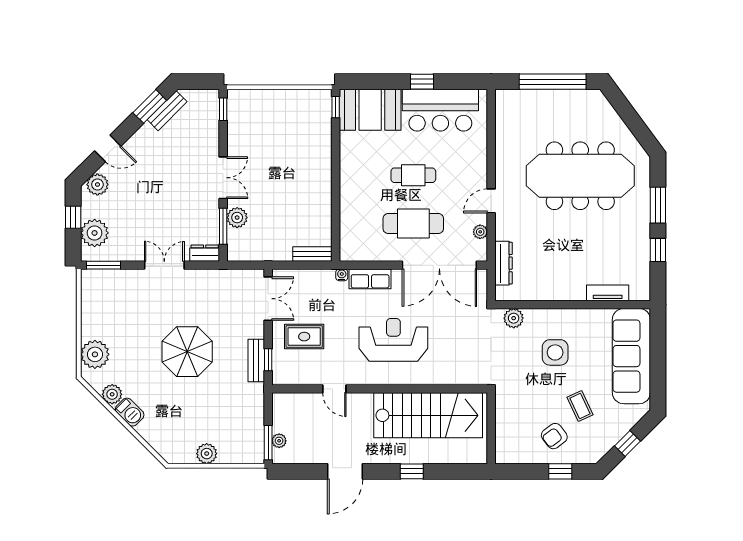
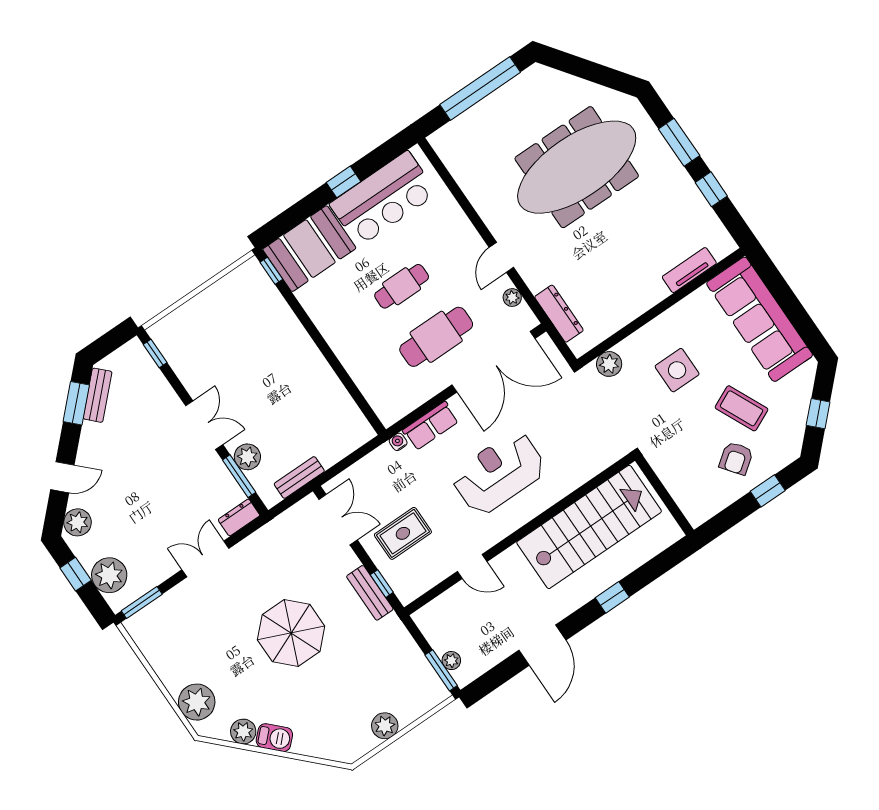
bench: (312, 254) -> (299, 477), moved
coffee table: (580, 406) -> (741, 408), width x1.36, depth x1.30

